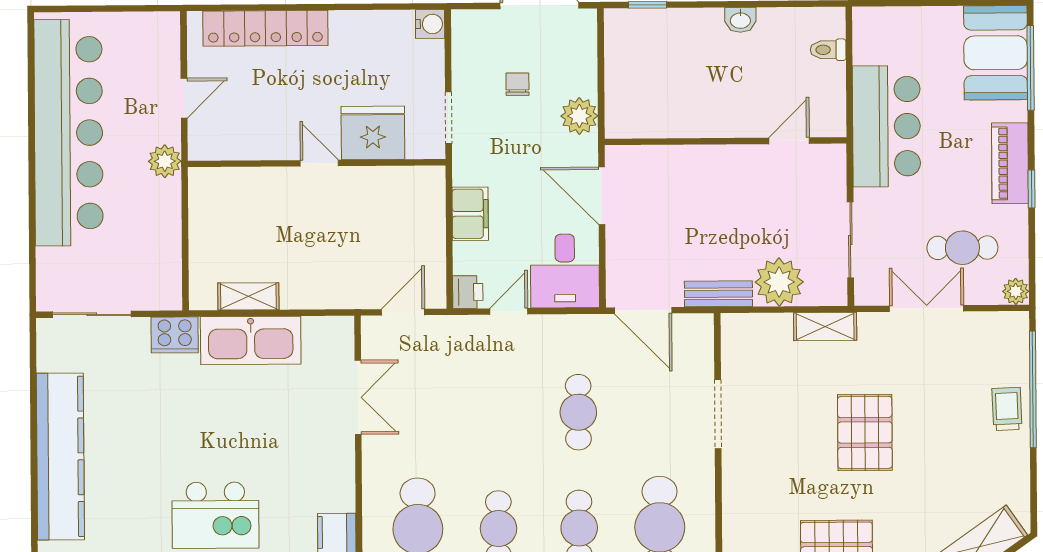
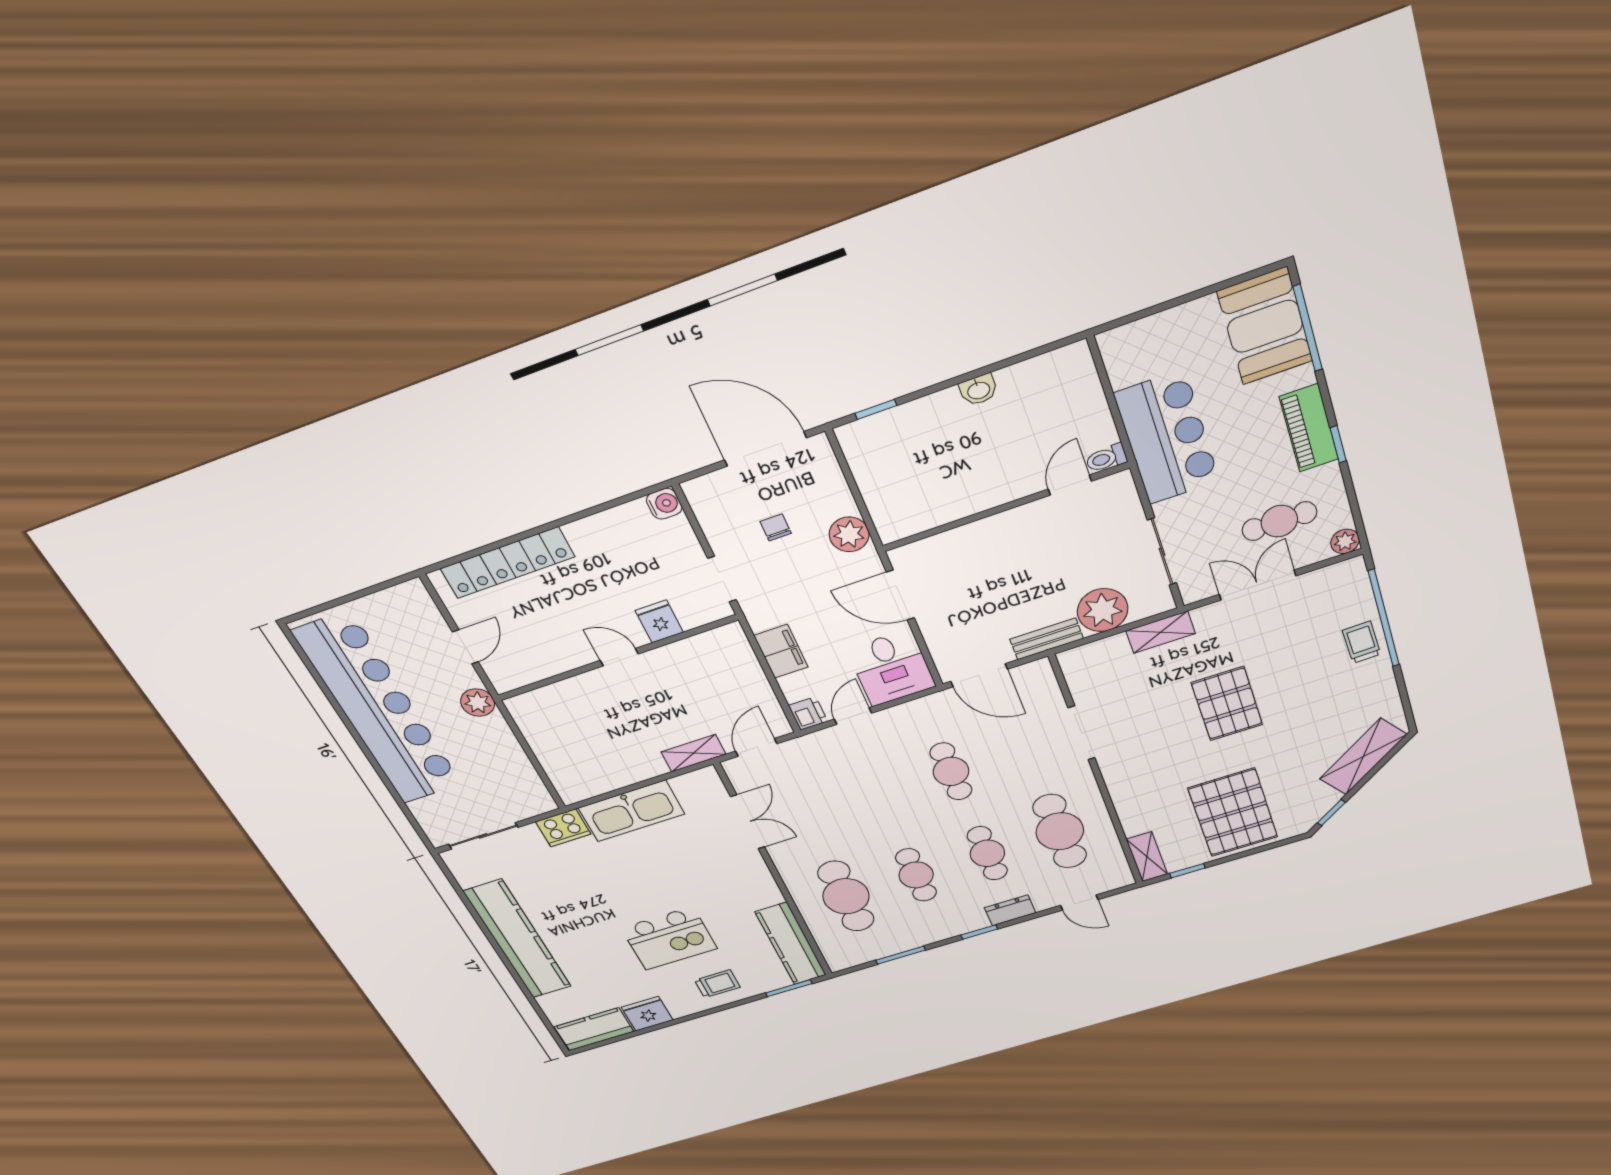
toilet: (828, 50) -> (1106, 458), moved
fridge: (373, 133) -> (659, 621), width x0.53, depth x0.75
shelving: (248, 296) -> (693, 753), moved

